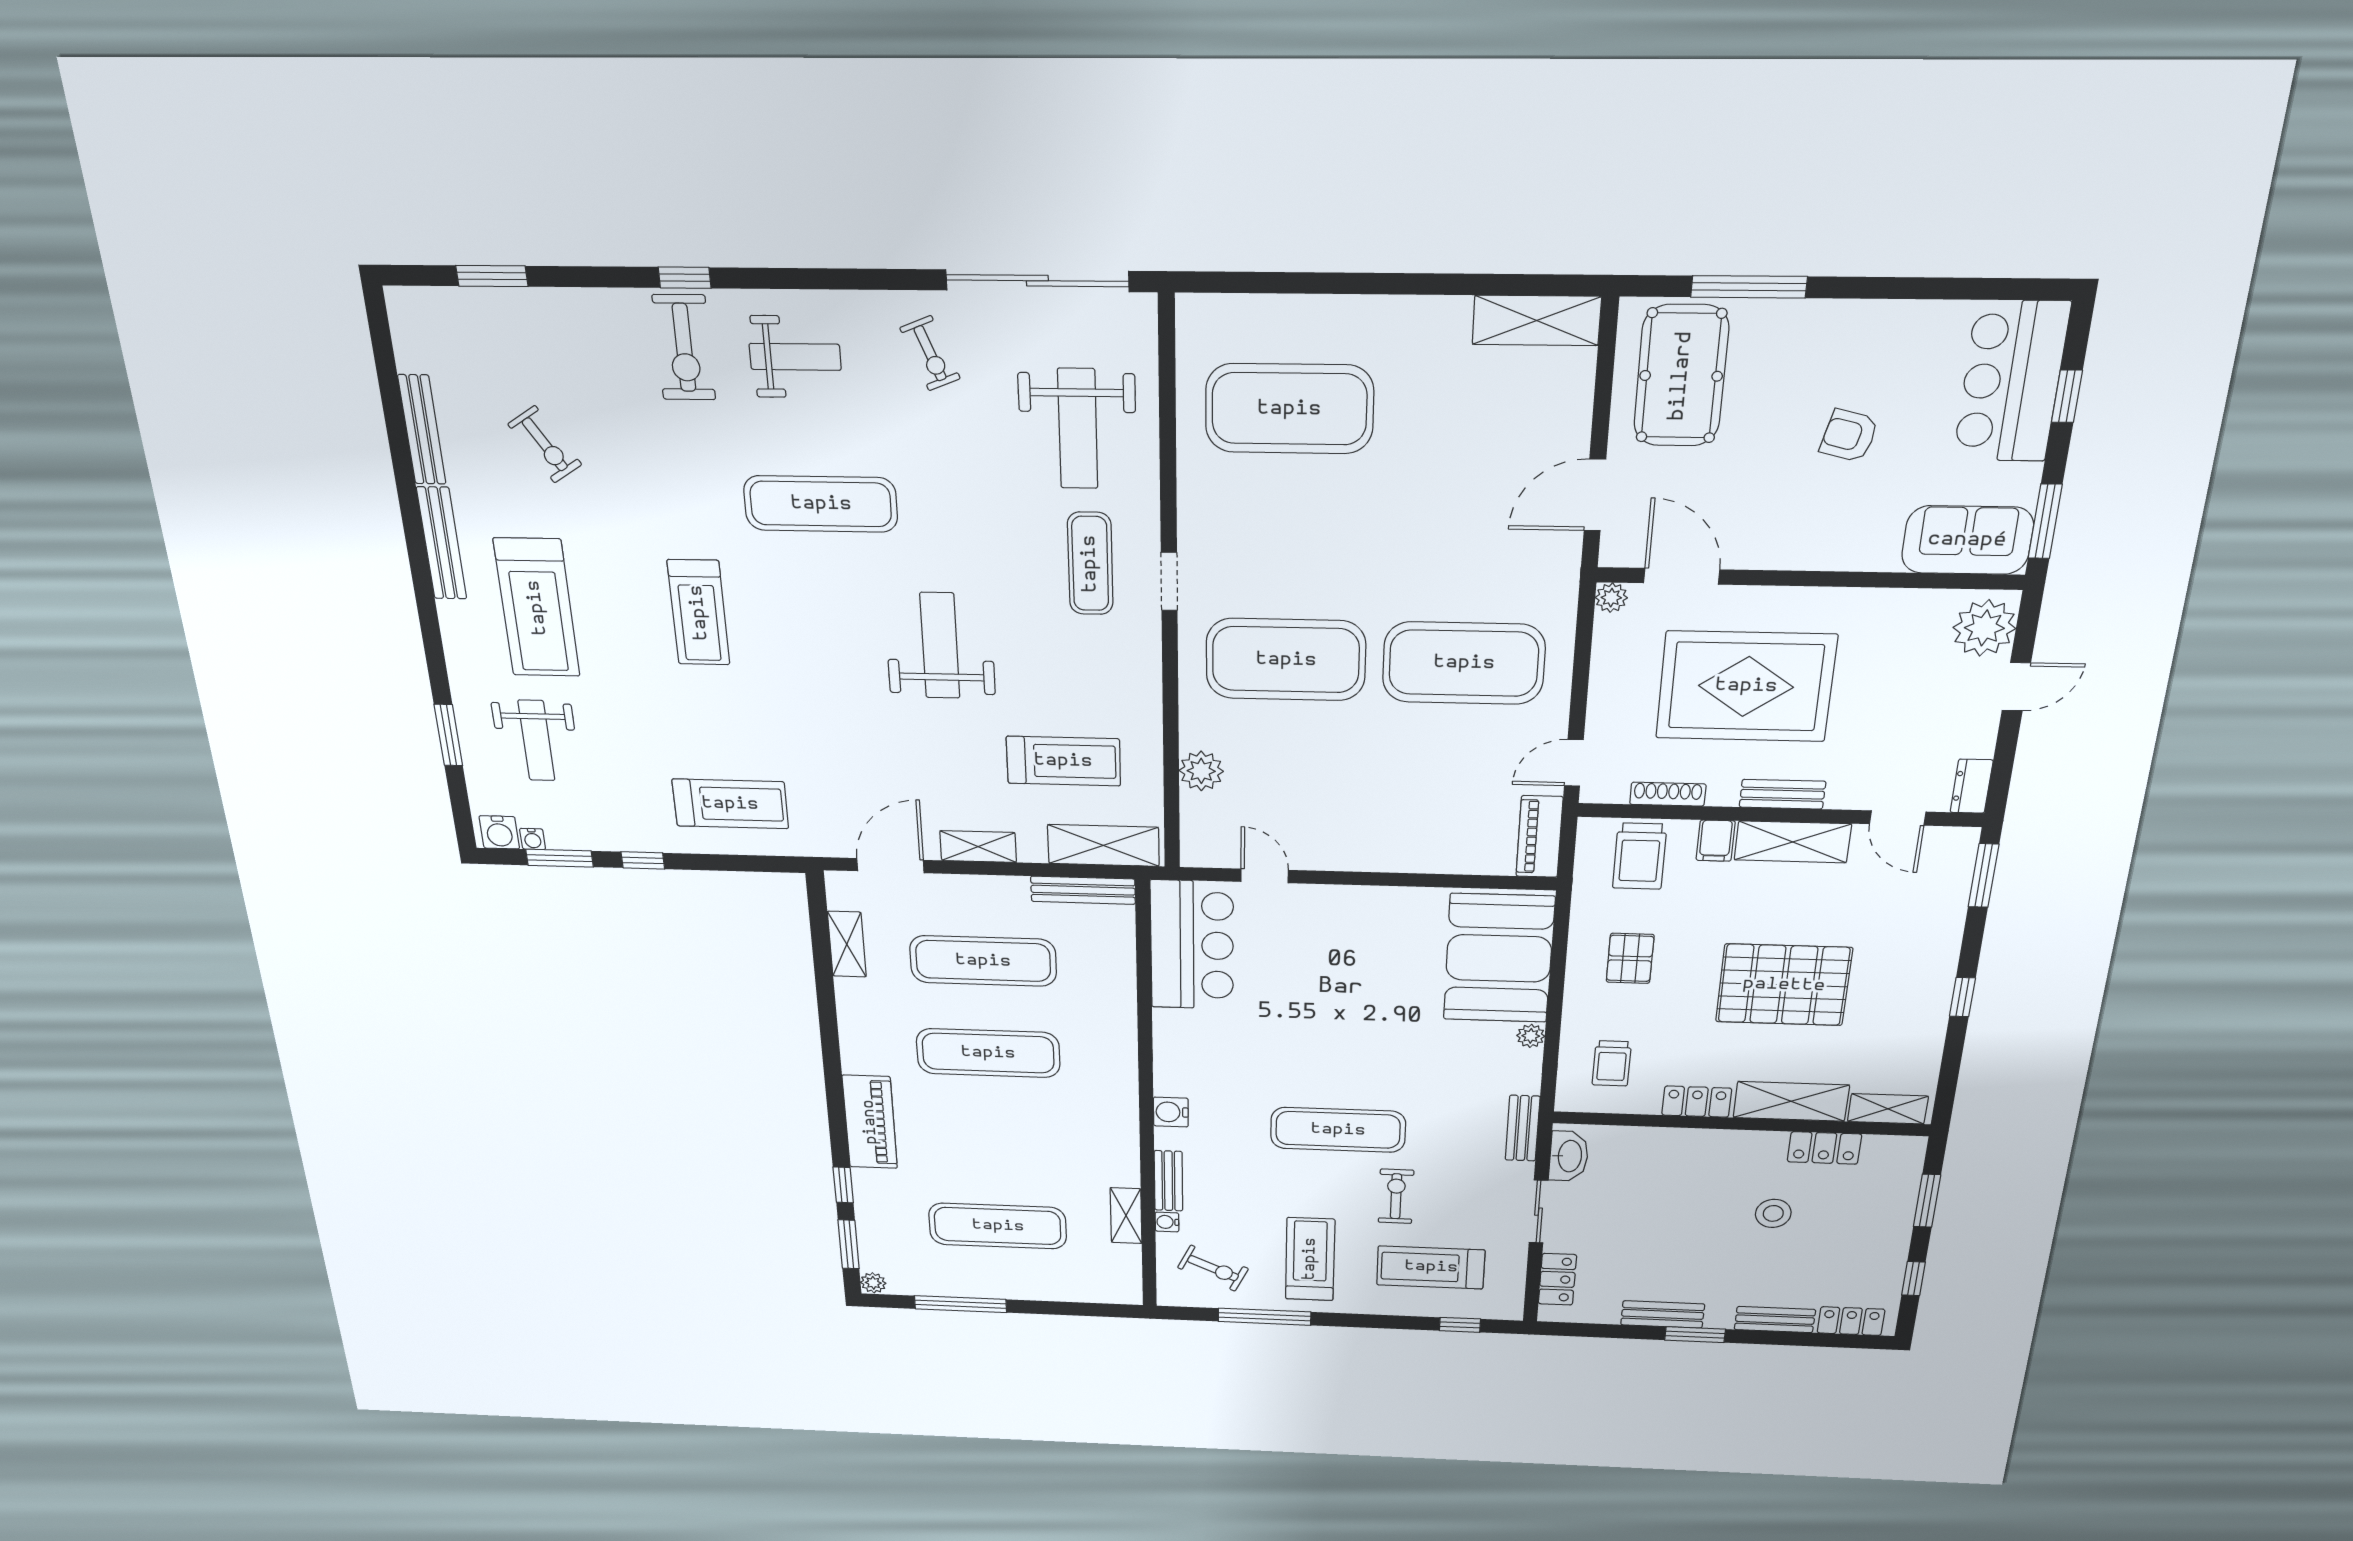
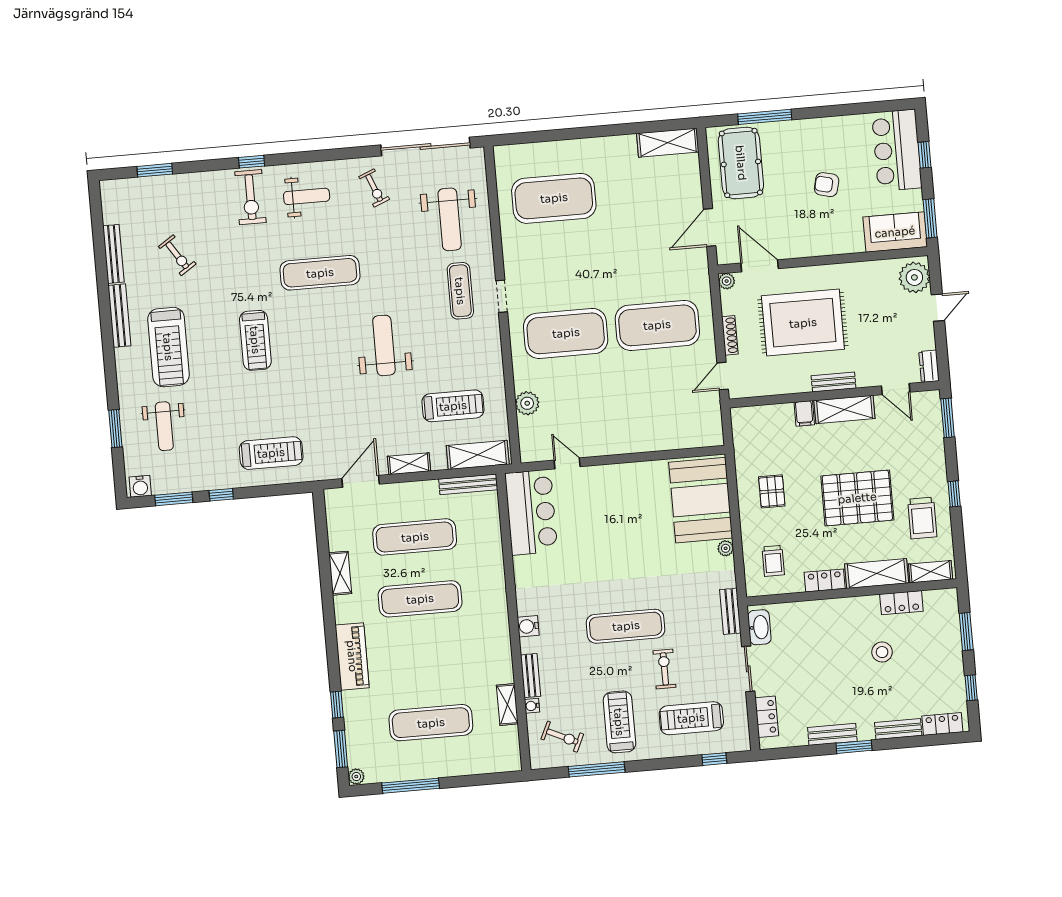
shoe rack: (1668, 794) -> (730, 335), moved, turned 90
piano: (1539, 837) -> (711, 422), removed
water cooler: (533, 839) -> (159, 488), removed
trolley: (1640, 856) -> (922, 518), moved
shelving: (847, 944) -> (340, 573), moved

